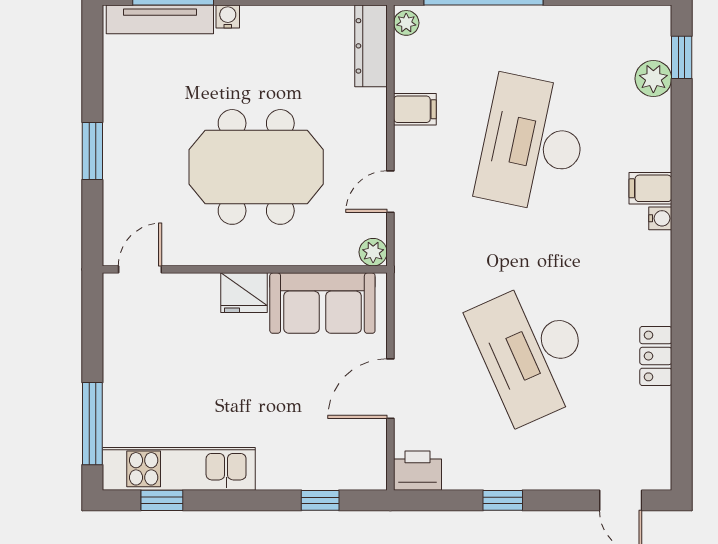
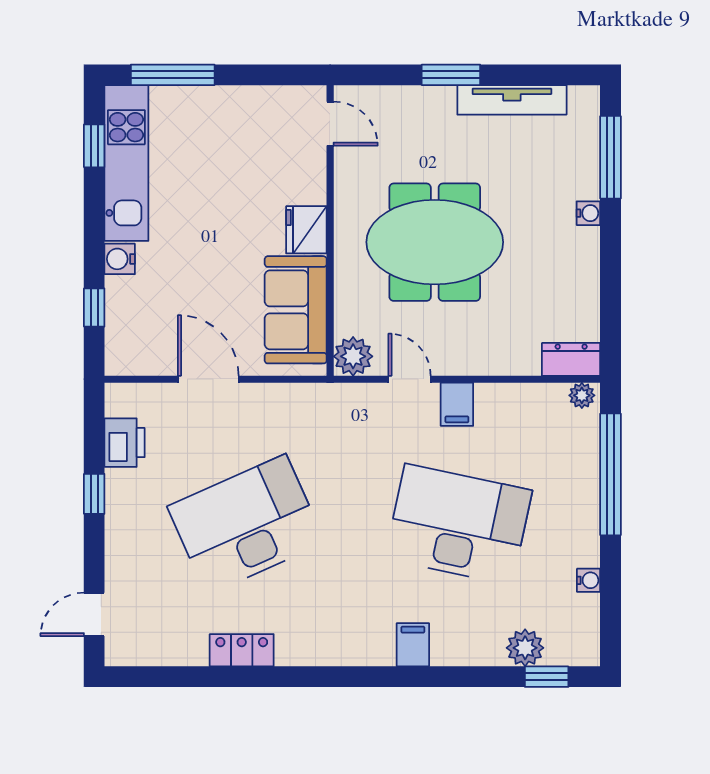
tv unit: (160, 19) -> (512, 100), moved, turned -90
dresser: (371, 46) -> (571, 359), width x0.70
filing cabinet: (415, 109) -> (457, 404), moved
meeting table: (256, 167) -> (435, 242), turned 90
water cooler: (660, 218) -> (589, 580), moved, turned -90
plant: (373, 252) -> (353, 356), width x1.38, depth x1.38
printer: (418, 471) -> (125, 443), moved
water cooler: (273, 475) -> (120, 259), added

